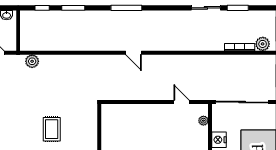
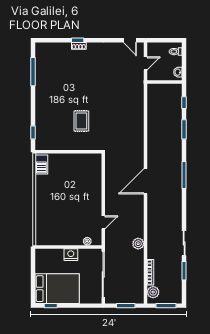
door: (134, 53) -> (146, 181), width x1.87
plant: (32, 61) -> (138, 244), moved
rug: (52, 129) -> (81, 121), moved, turned 90

